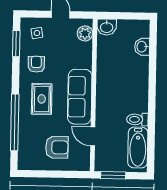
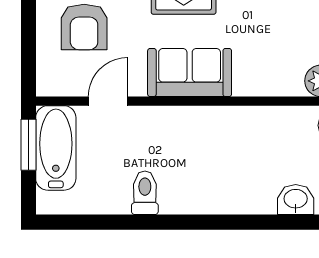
sofa: (80, 97) -> (190, 73), width x0.73
bathtub: (138, 148) -> (56, 148), moved, turned 90

